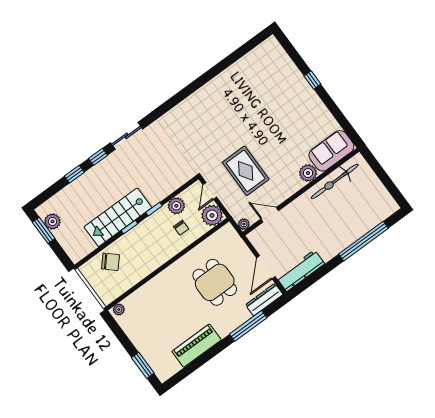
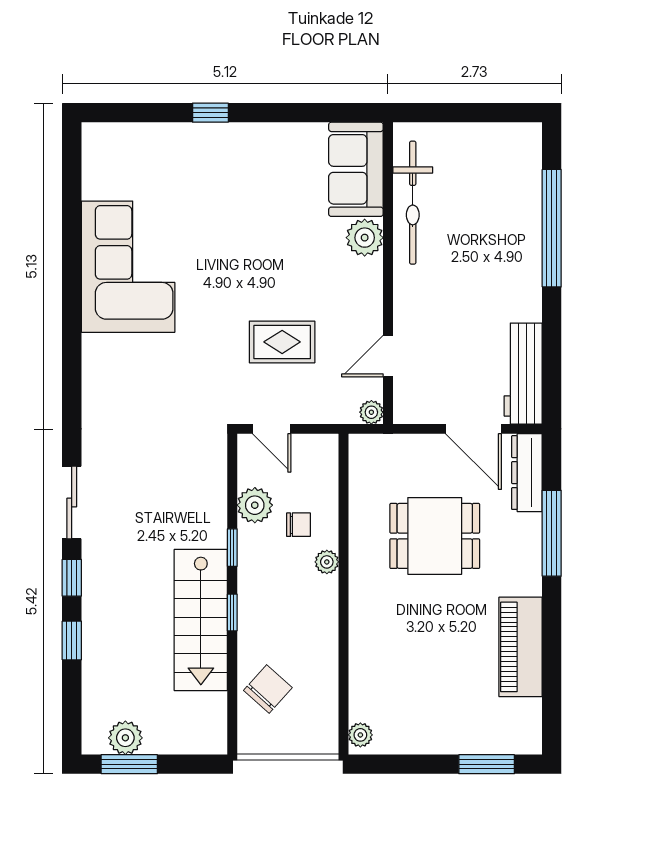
corner sofa: (231, 92) -> (128, 267), added
rug: (246, 171) -> (282, 342), width x0.73, depth x0.70
plant: (212, 215) -> (327, 562), moved, width x0.53, depth x0.53

